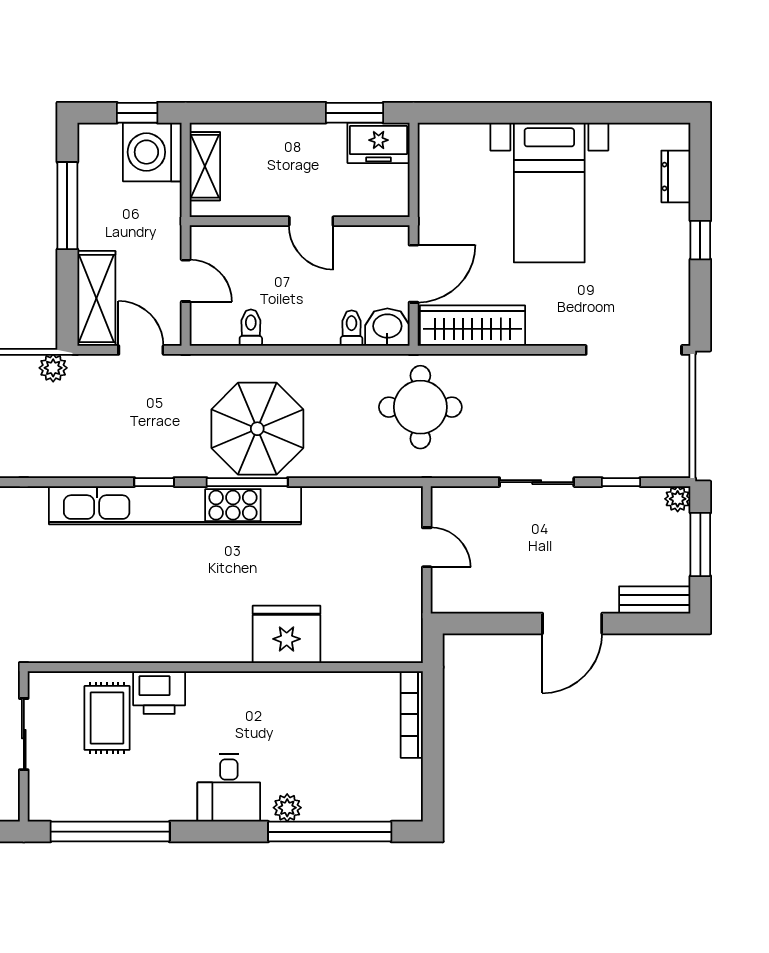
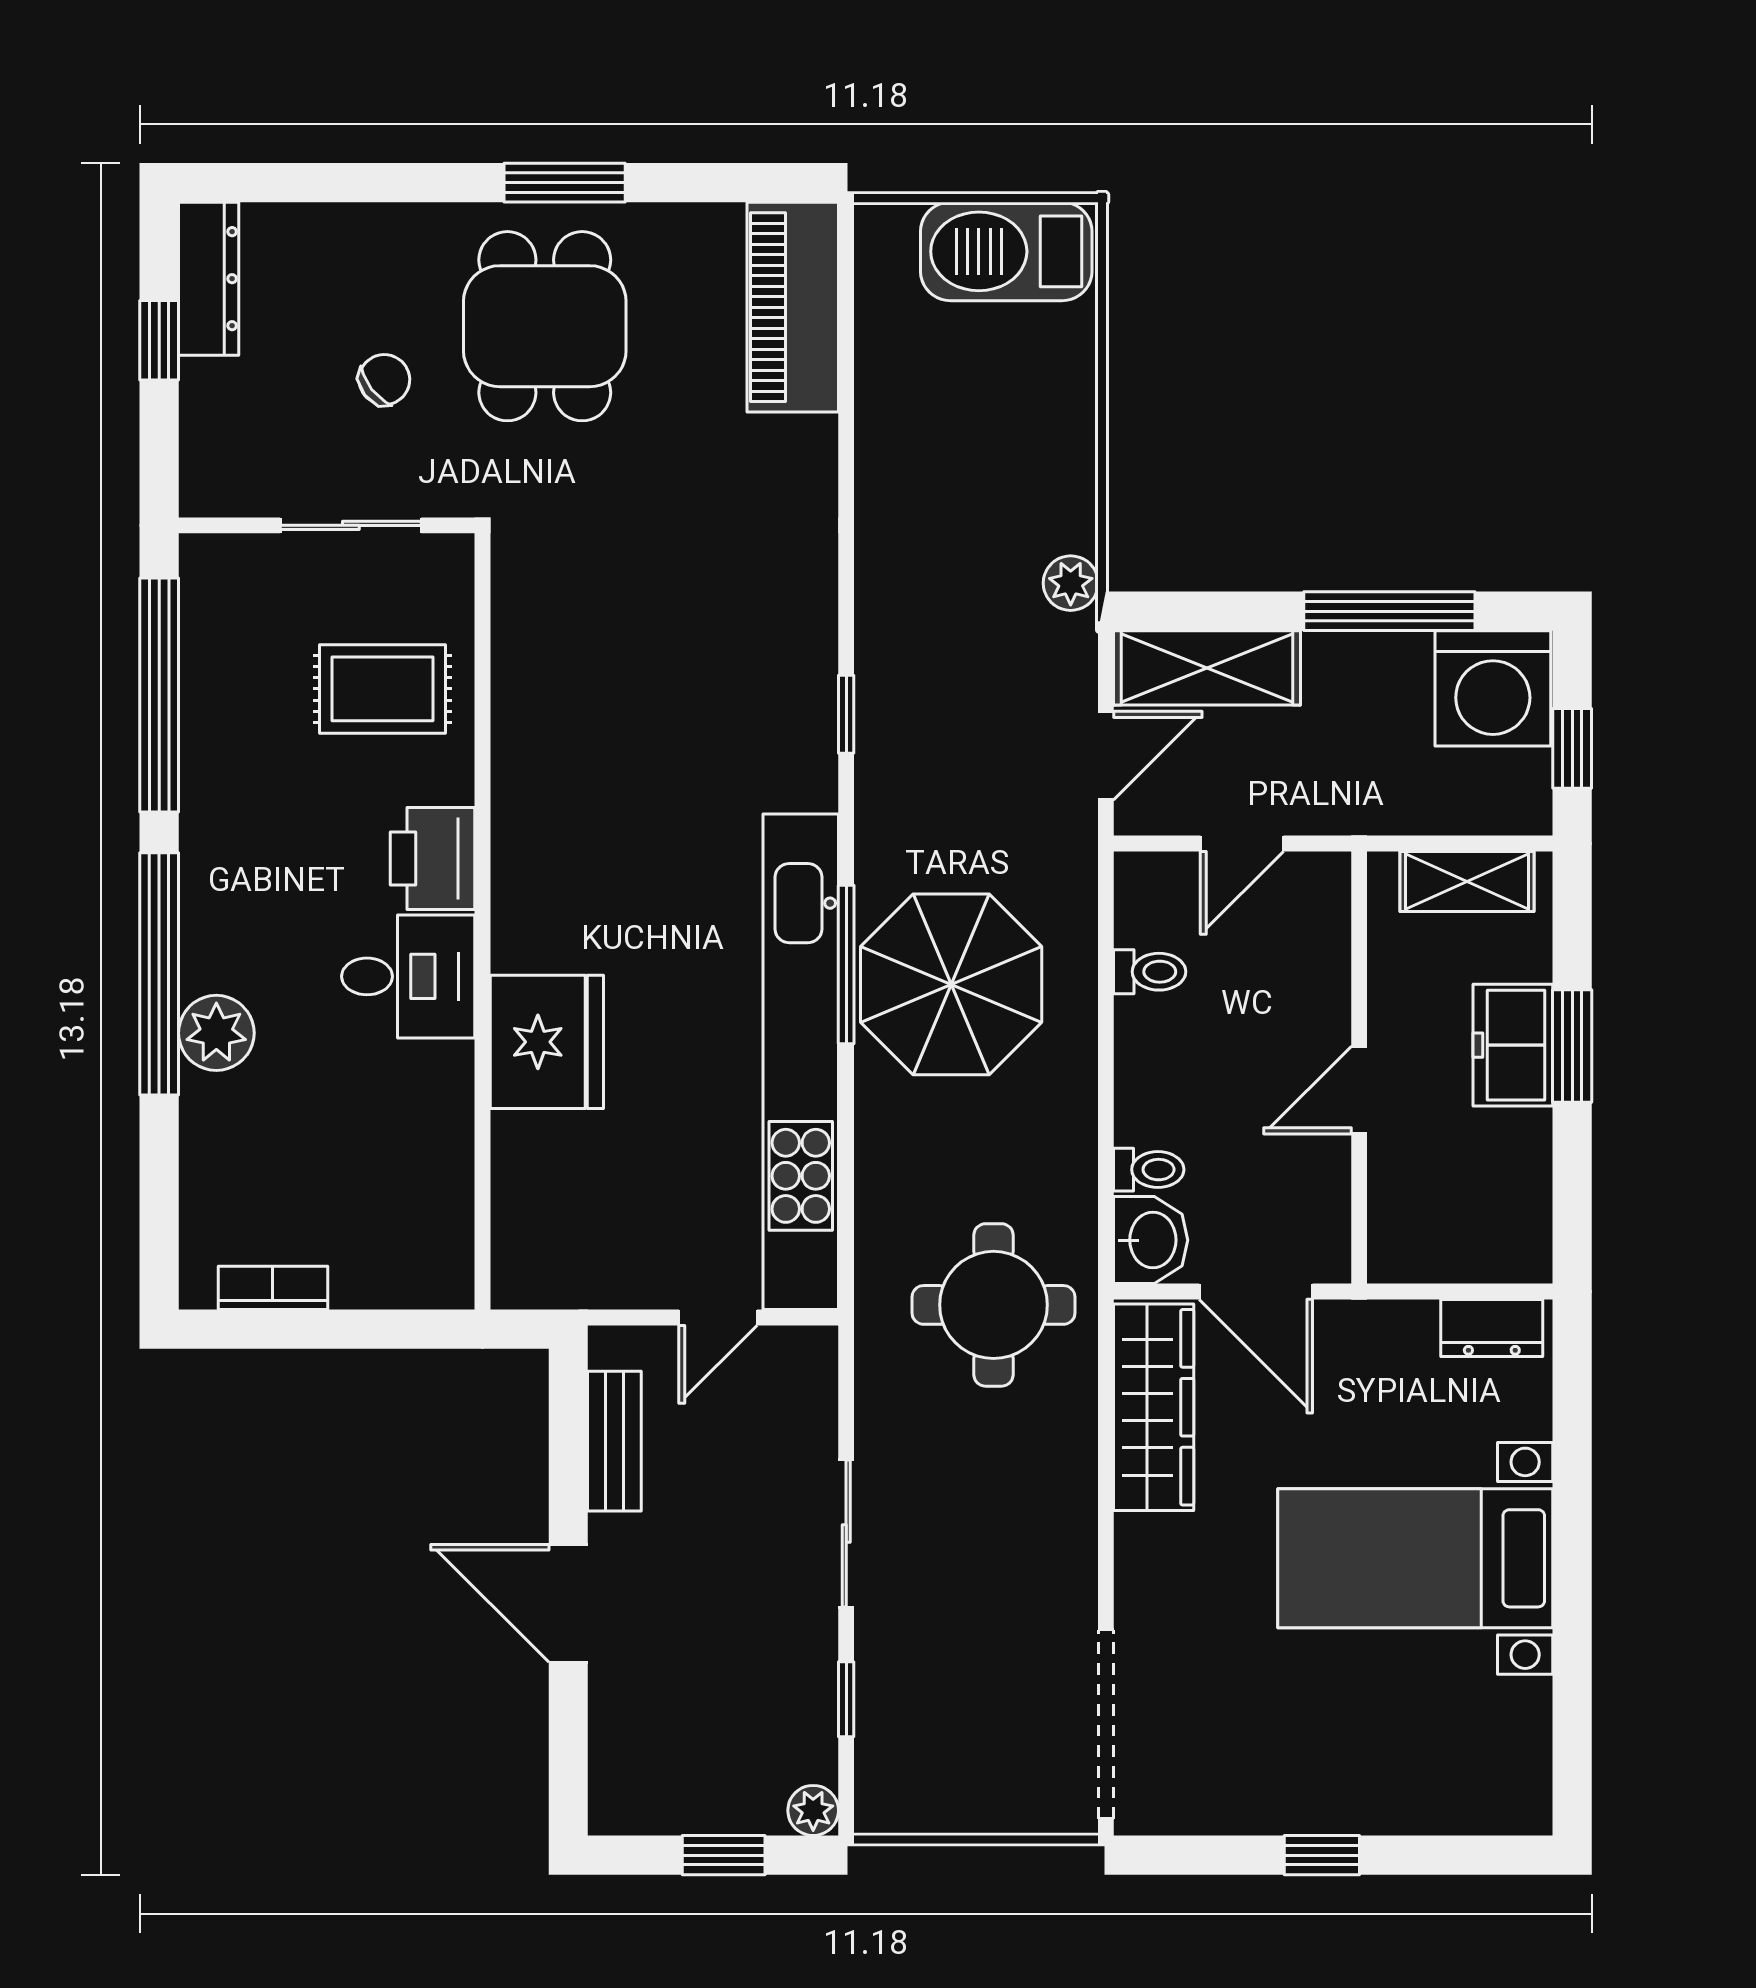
window: (354, 113) -> (1572, 1046), moved
freezer: (379, 143) -> (1513, 1045), moved
washing machine: (152, 152) -> (1493, 688), moved, turned 180
dresser: (676, 176) -> (1492, 1328), moved, turned 180
window: (154, 482) -> (846, 714), moved
kitchen unit: (175, 505) -> (801, 1062), moved
window: (700, 544) -> (724, 1855), width x0.67
bench: (655, 600) -> (614, 1441), moved
printer: (159, 692) -> (433, 859), moved
bookcase: (412, 714) -> (273, 1288), moved, width x0.64
desk: (229, 788) -> (408, 976), moved, turned 180
plant: (287, 808) -> (216, 1033), width x1.38, depth x1.38
window: (330, 832) -> (159, 974), moved

